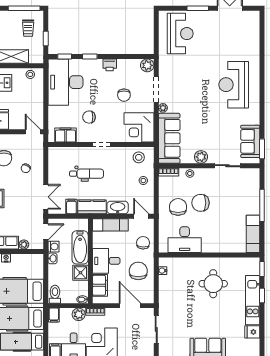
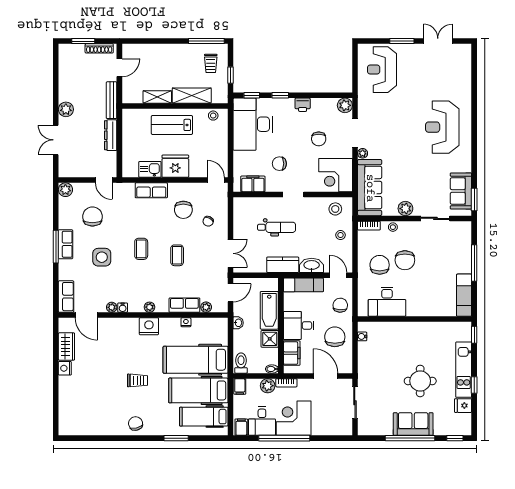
reception desk: (180, 34) -> (382, 70), turned 180
chair: (201, 203) -> (405, 260), turned -90
filing cabinet: (71, 207) -> (260, 264), removed
washing machine: (54, 247) -> (239, 309), removed
round table: (213, 284) -> (420, 381), moved
window: (262, 296) -> (474, 385), moved

